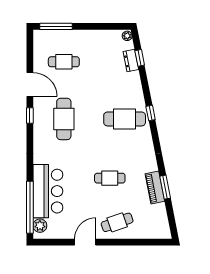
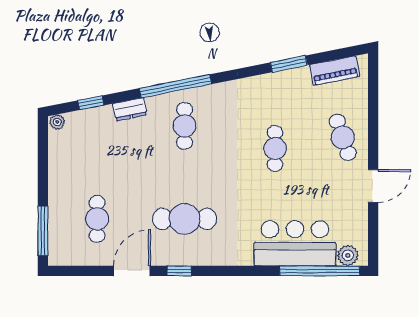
dresser: (131, 61) -> (130, 109), moved
window: (151, 113) -> (175, 86), width x3.17
cafe table: (125, 119) -> (185, 126), width x0.73, depth x0.74
piano: (155, 188) -> (335, 71), moved
door: (85, 242) -> (373, 186), swing flipped

